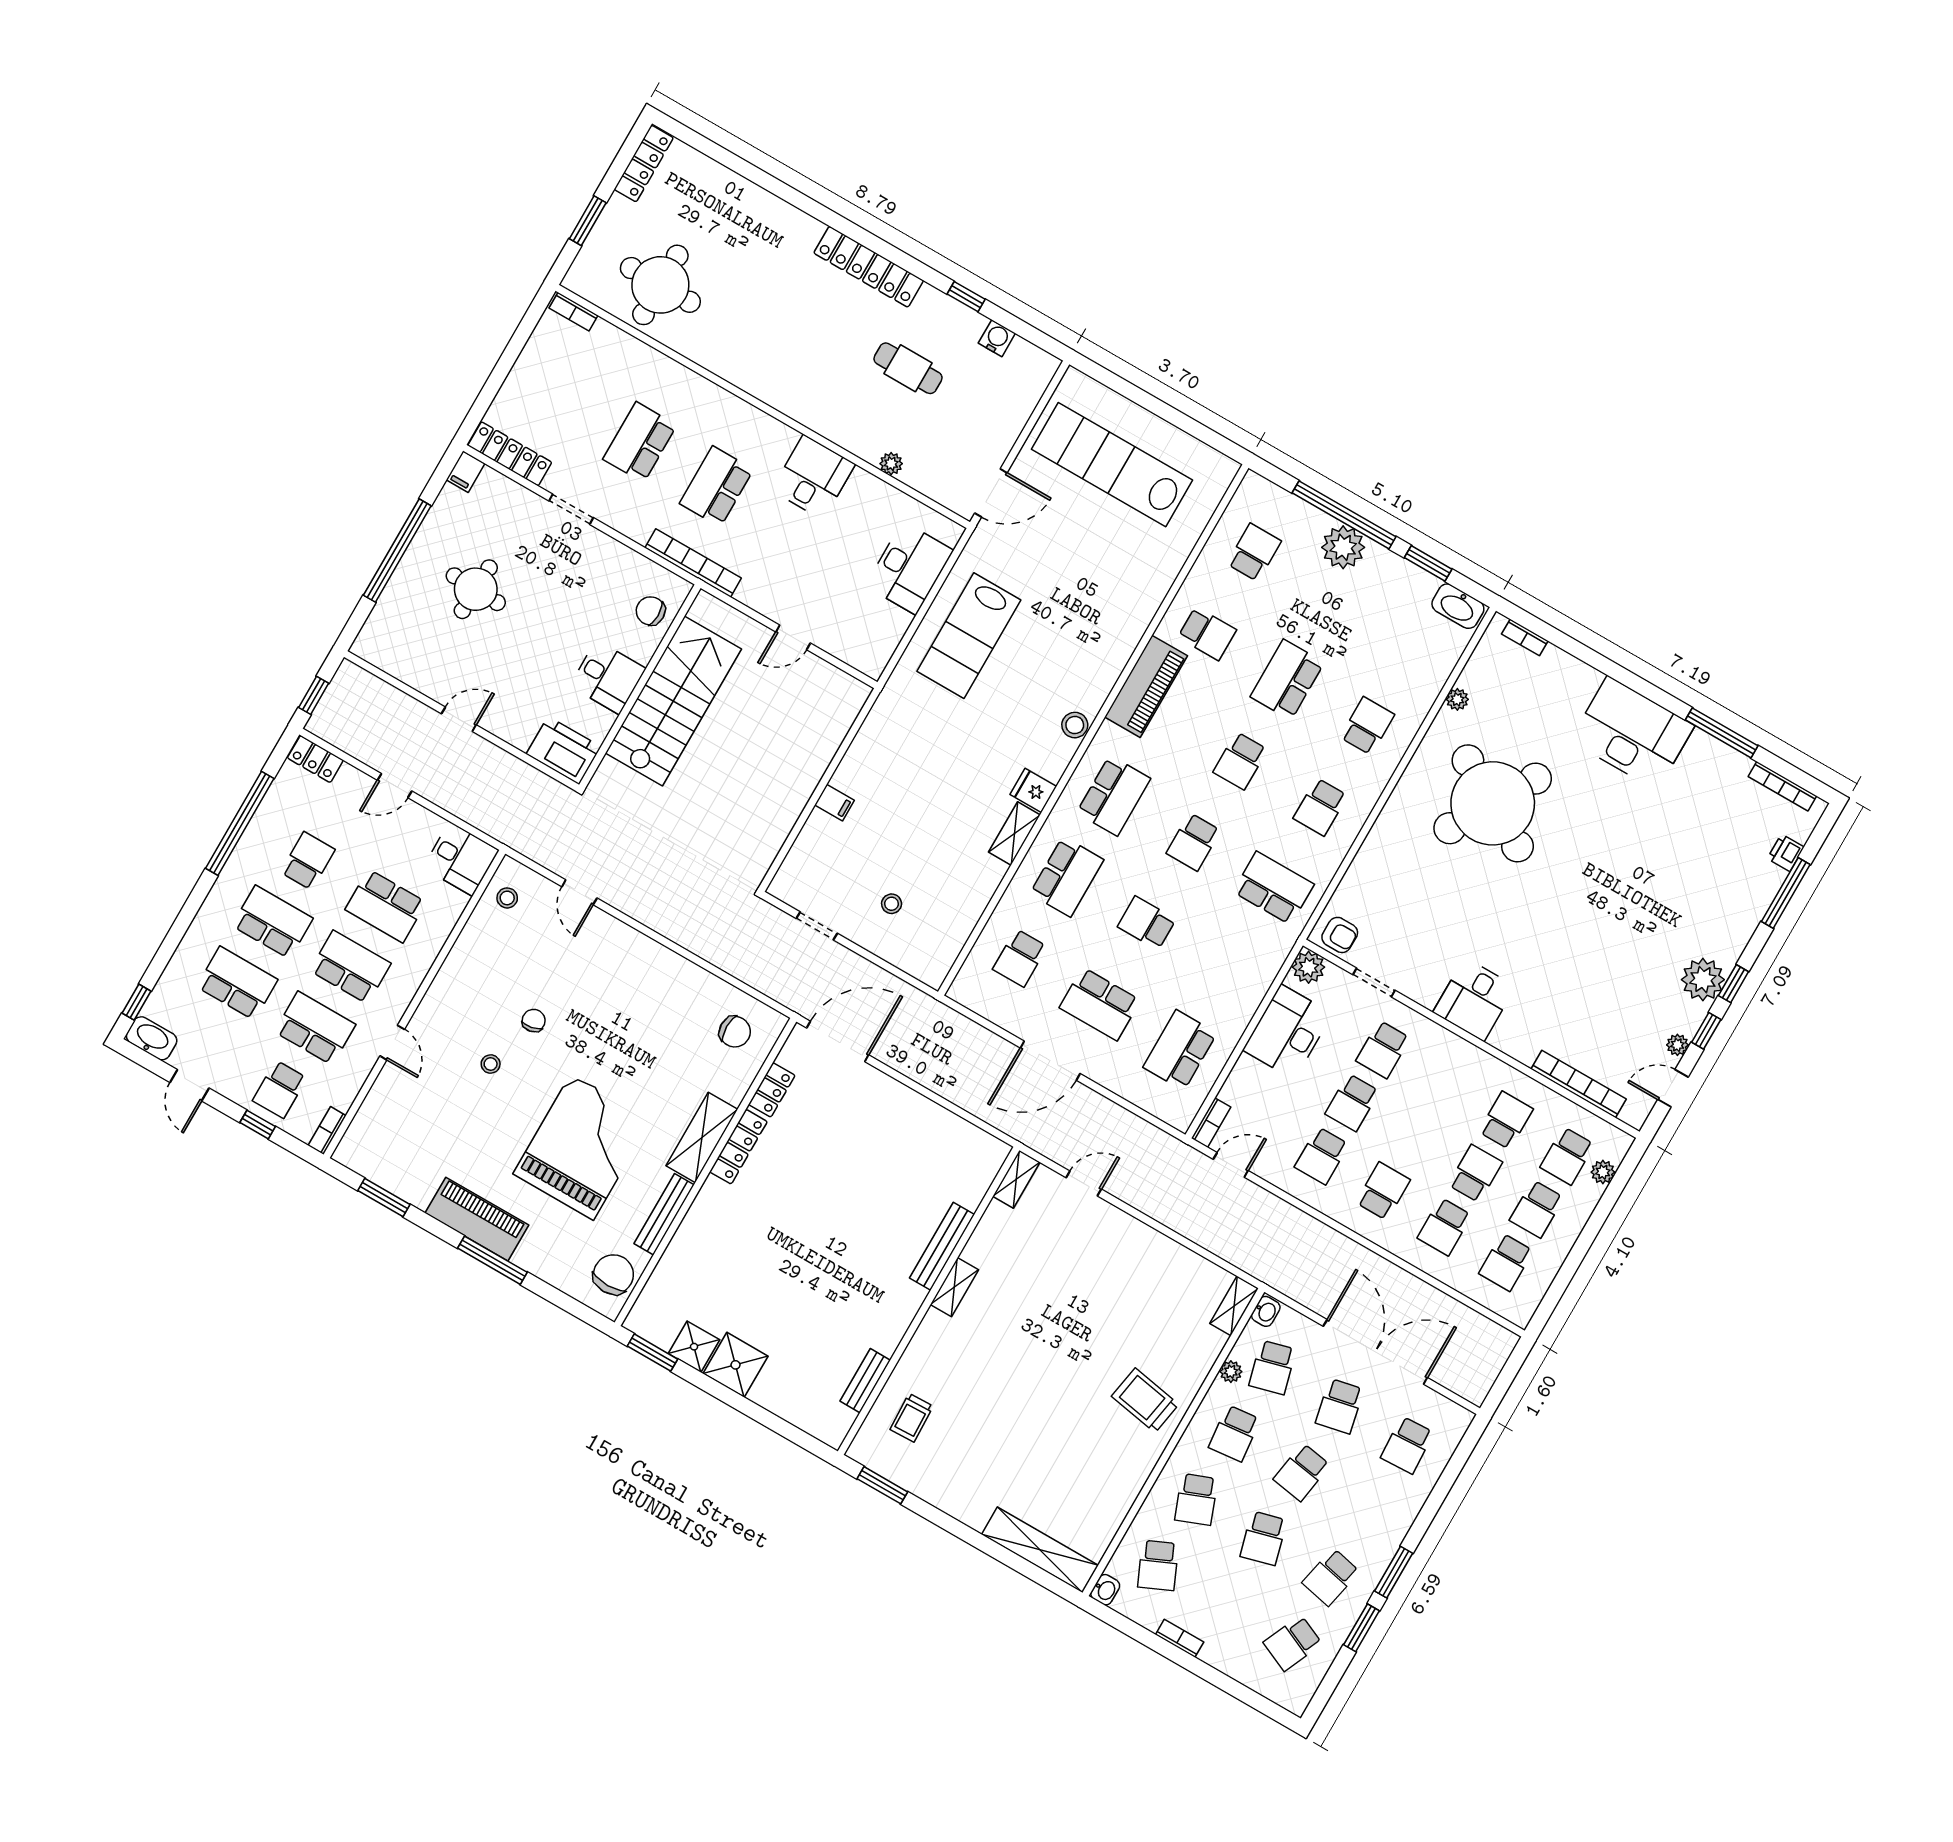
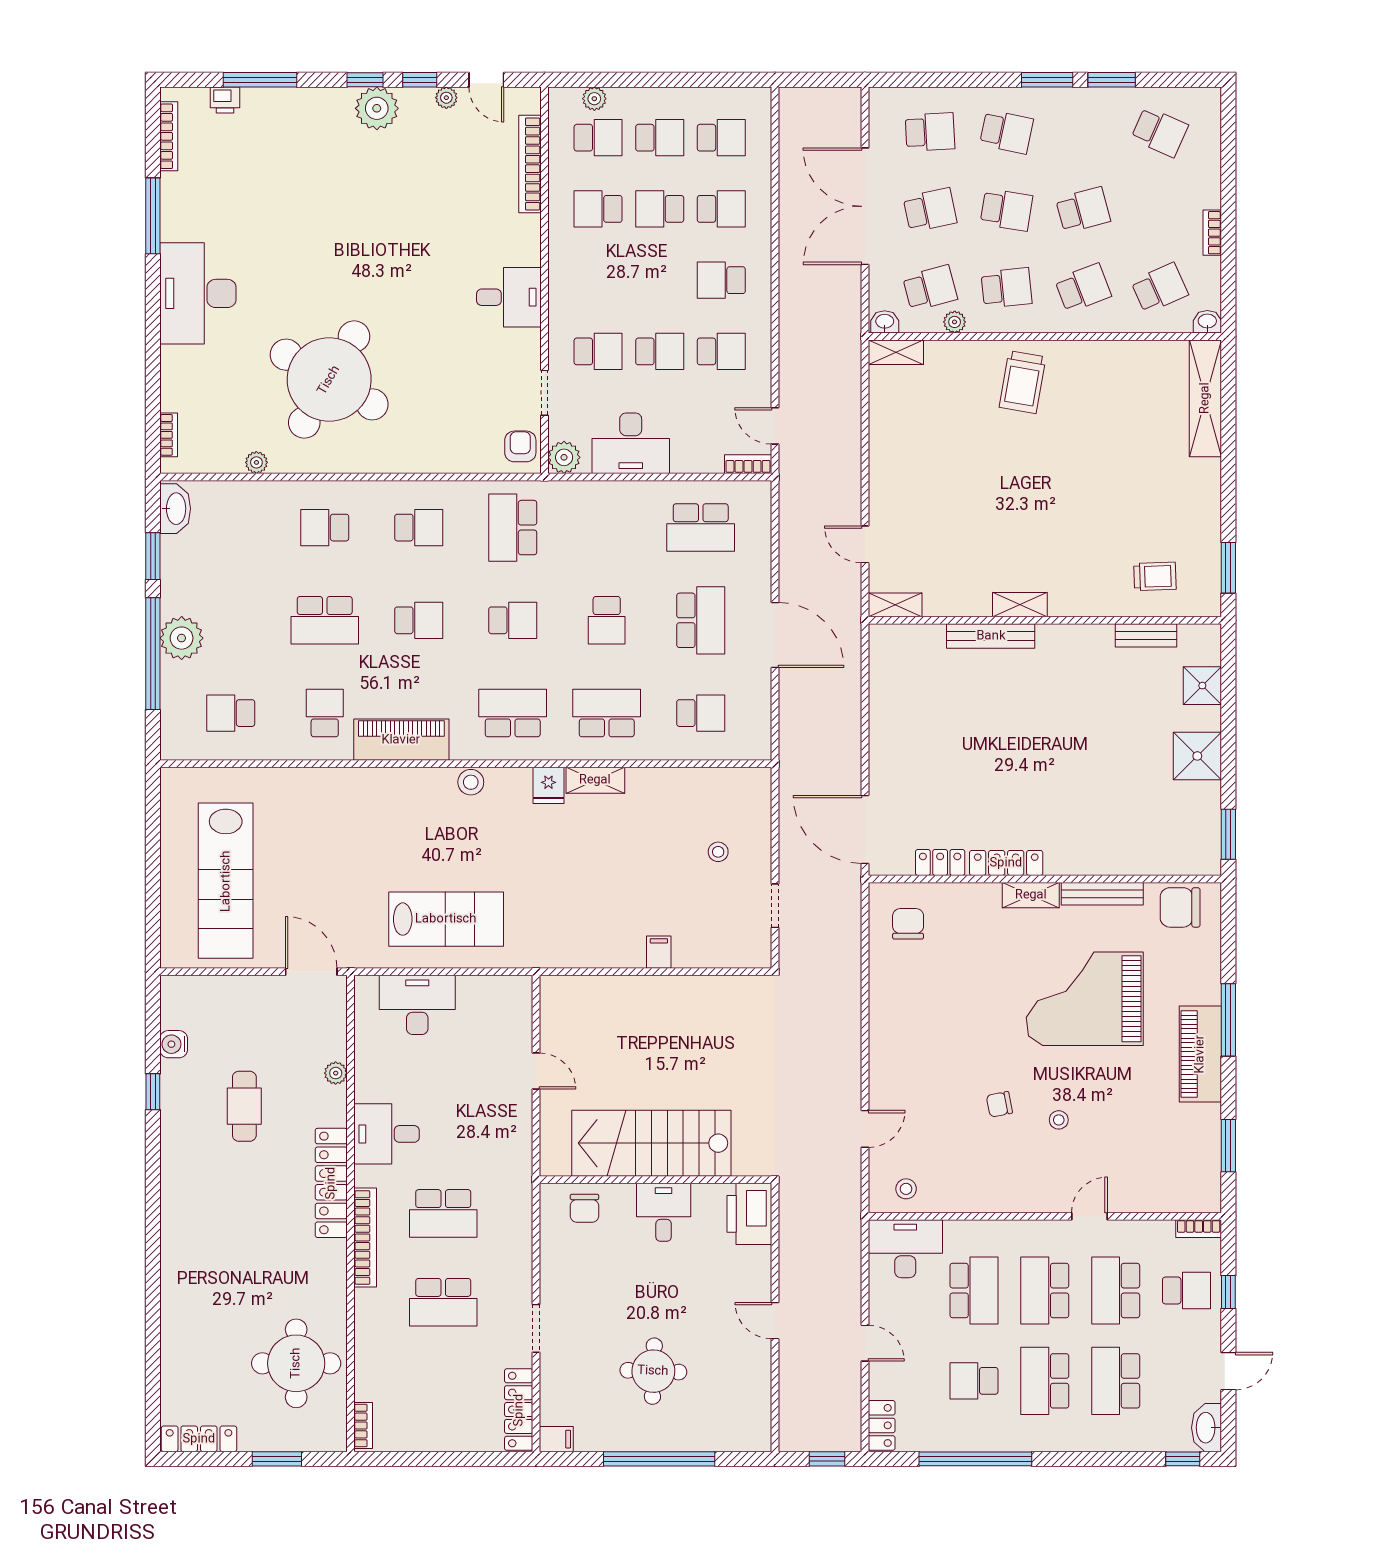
locker: (869, 267) -> (331, 1183), moved, turned 180
bookcase: (693, 563) -> (365, 1237), moved, turned 180
desk: (461, 859) -> (905, 1249), width x1.37
shelving: (702, 1137) -> (1031, 895), width x0.67, depth x0.75
shower: (694, 1347) -> (1202, 686), moved
school desk: (1331, 1577) -> (1007, 132), moved

